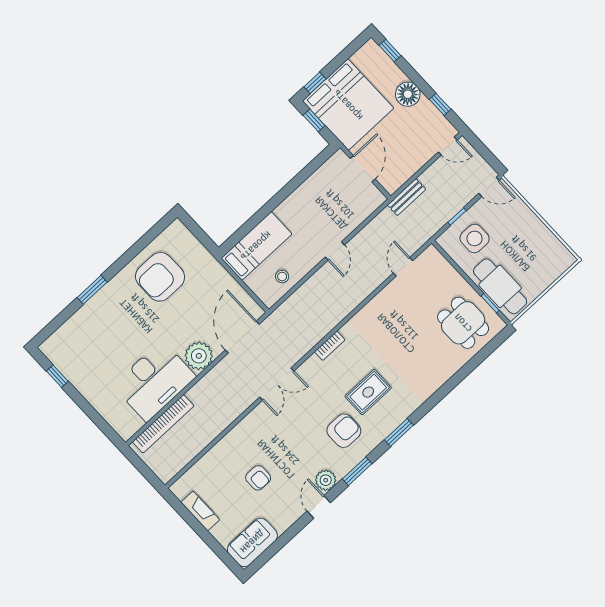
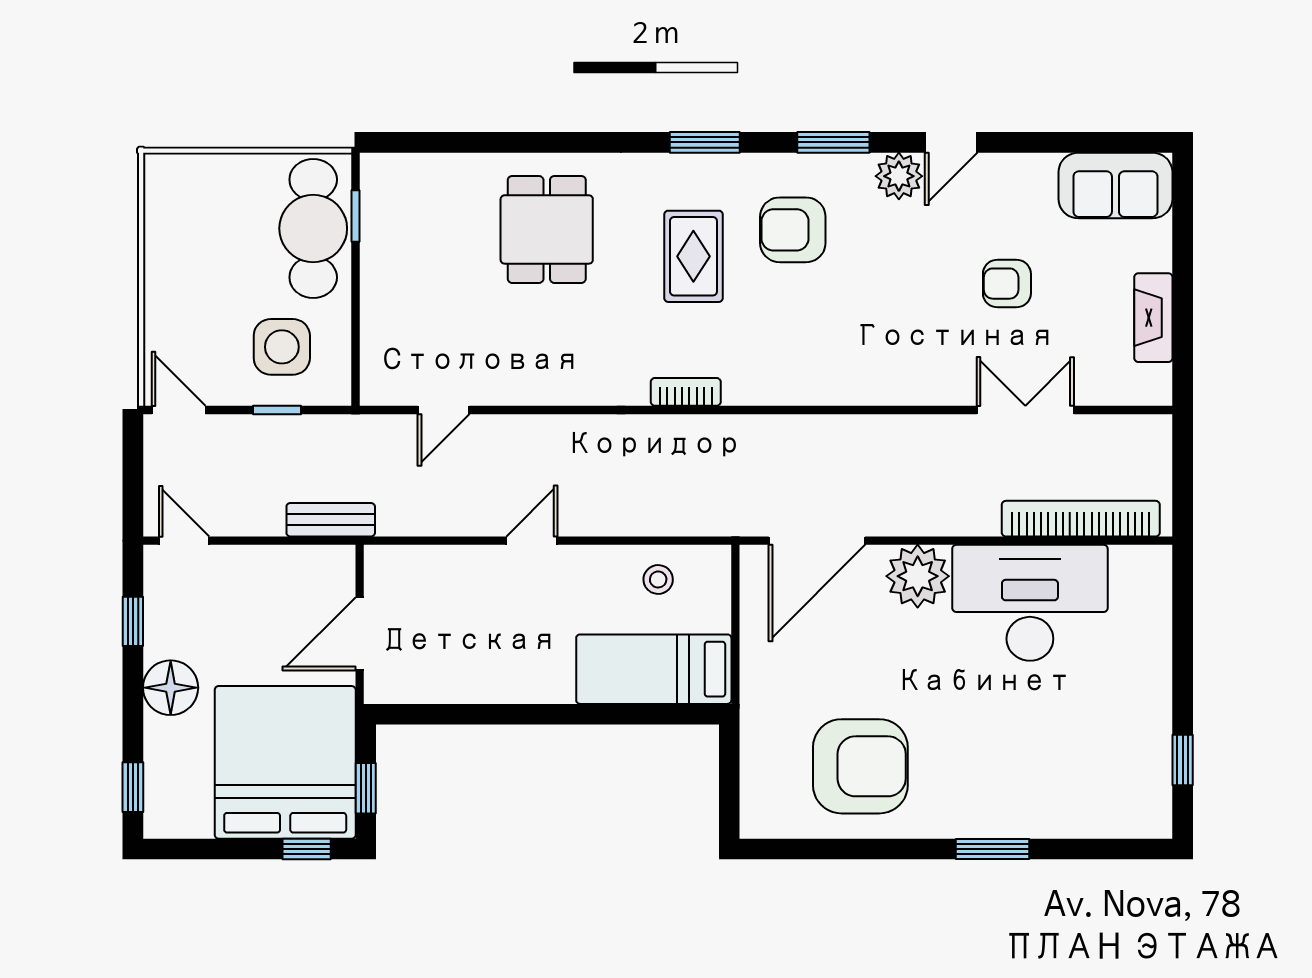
dining table: (463, 323) -> (547, 229), moved
double door: (277, 384) -> (1025, 410), moved
rug: (368, 392) -> (693, 256), turned 90
armchair: (258, 478) -> (1007, 284), turned -90

